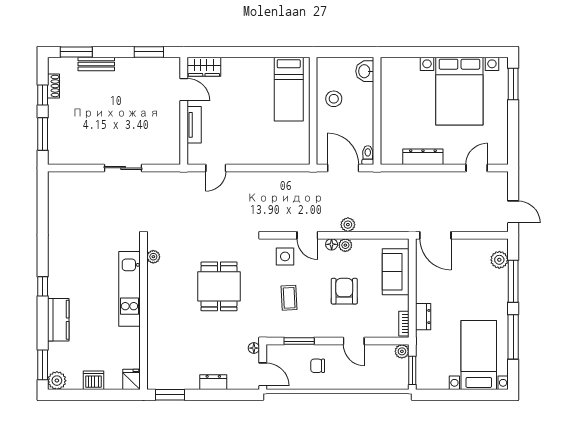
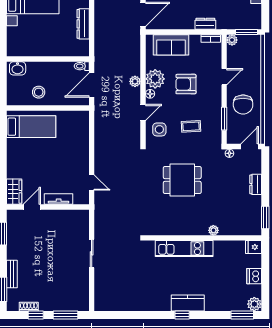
plant: (345, 245) -> (155, 79), width x1.88, depth x1.88
plant: (153, 257) -> (213, 230), moved
kitchen counter: (58, 320) -> (188, 303), moved
chair: (318, 366) -> (243, 104), width x1.87, depth x1.87

